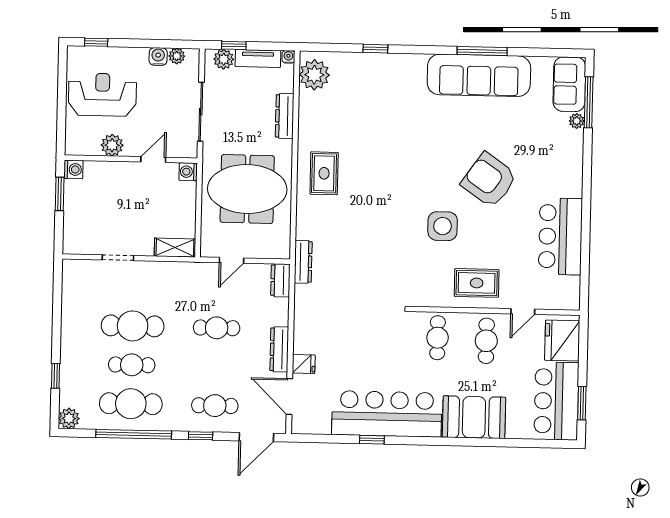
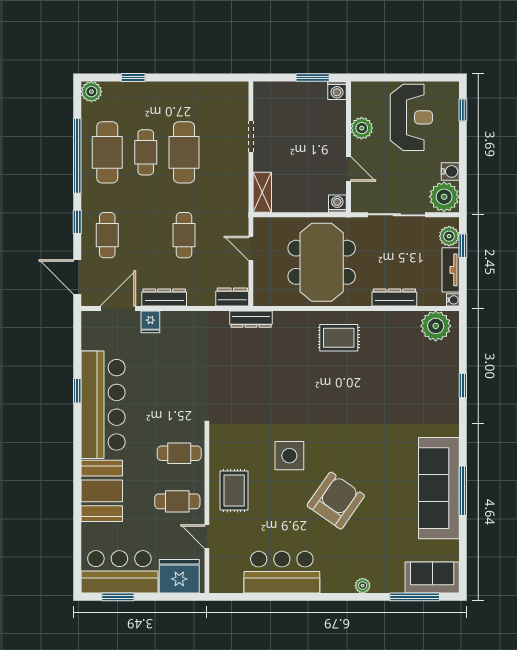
plant: (177, 56) -> (444, 197), width x1.88, depth x1.88
plant: (577, 121) -> (363, 586), moved

